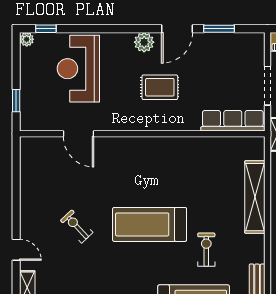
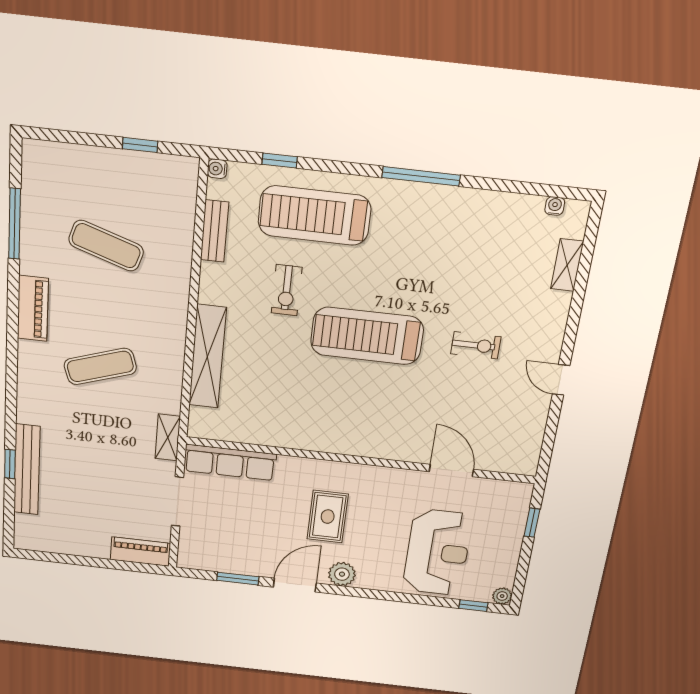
rug: (160, 87) -> (328, 517), turned 90
treadmill: (150, 224) -> (367, 336), turned 180
exercise bike: (77, 226) -> (476, 345), turned -47
door: (16, 250) -> (561, 380), moved

